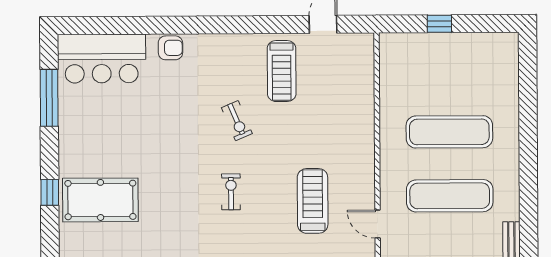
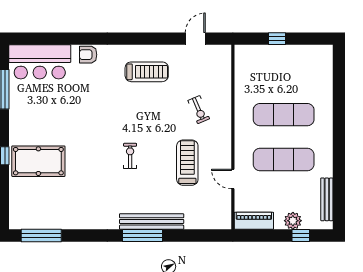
armchair: (170, 48) -> (88, 55), turned 180
treadmill: (282, 71) -> (147, 72), moved, turned -90
exercise bike: (237, 121) -> (199, 110), moved

